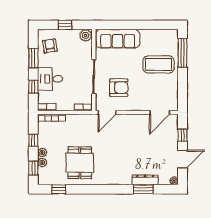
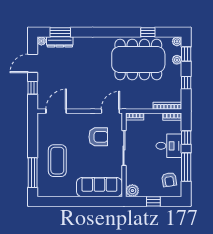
window: (33, 58) -> (186, 167), width x1.44
coffee table: (158, 64) -> (57, 161), turned 90
armchair: (119, 88) -> (98, 137), turned 180
plant: (42, 152) -> (177, 41), moved
dining table: (80, 163) -> (138, 60), width x1.88, depth x1.24
dresser: (145, 180) -> (60, 42), moved
window: (59, 189) -> (148, 32), moved
window: (143, 189) -> (60, 32), moved

